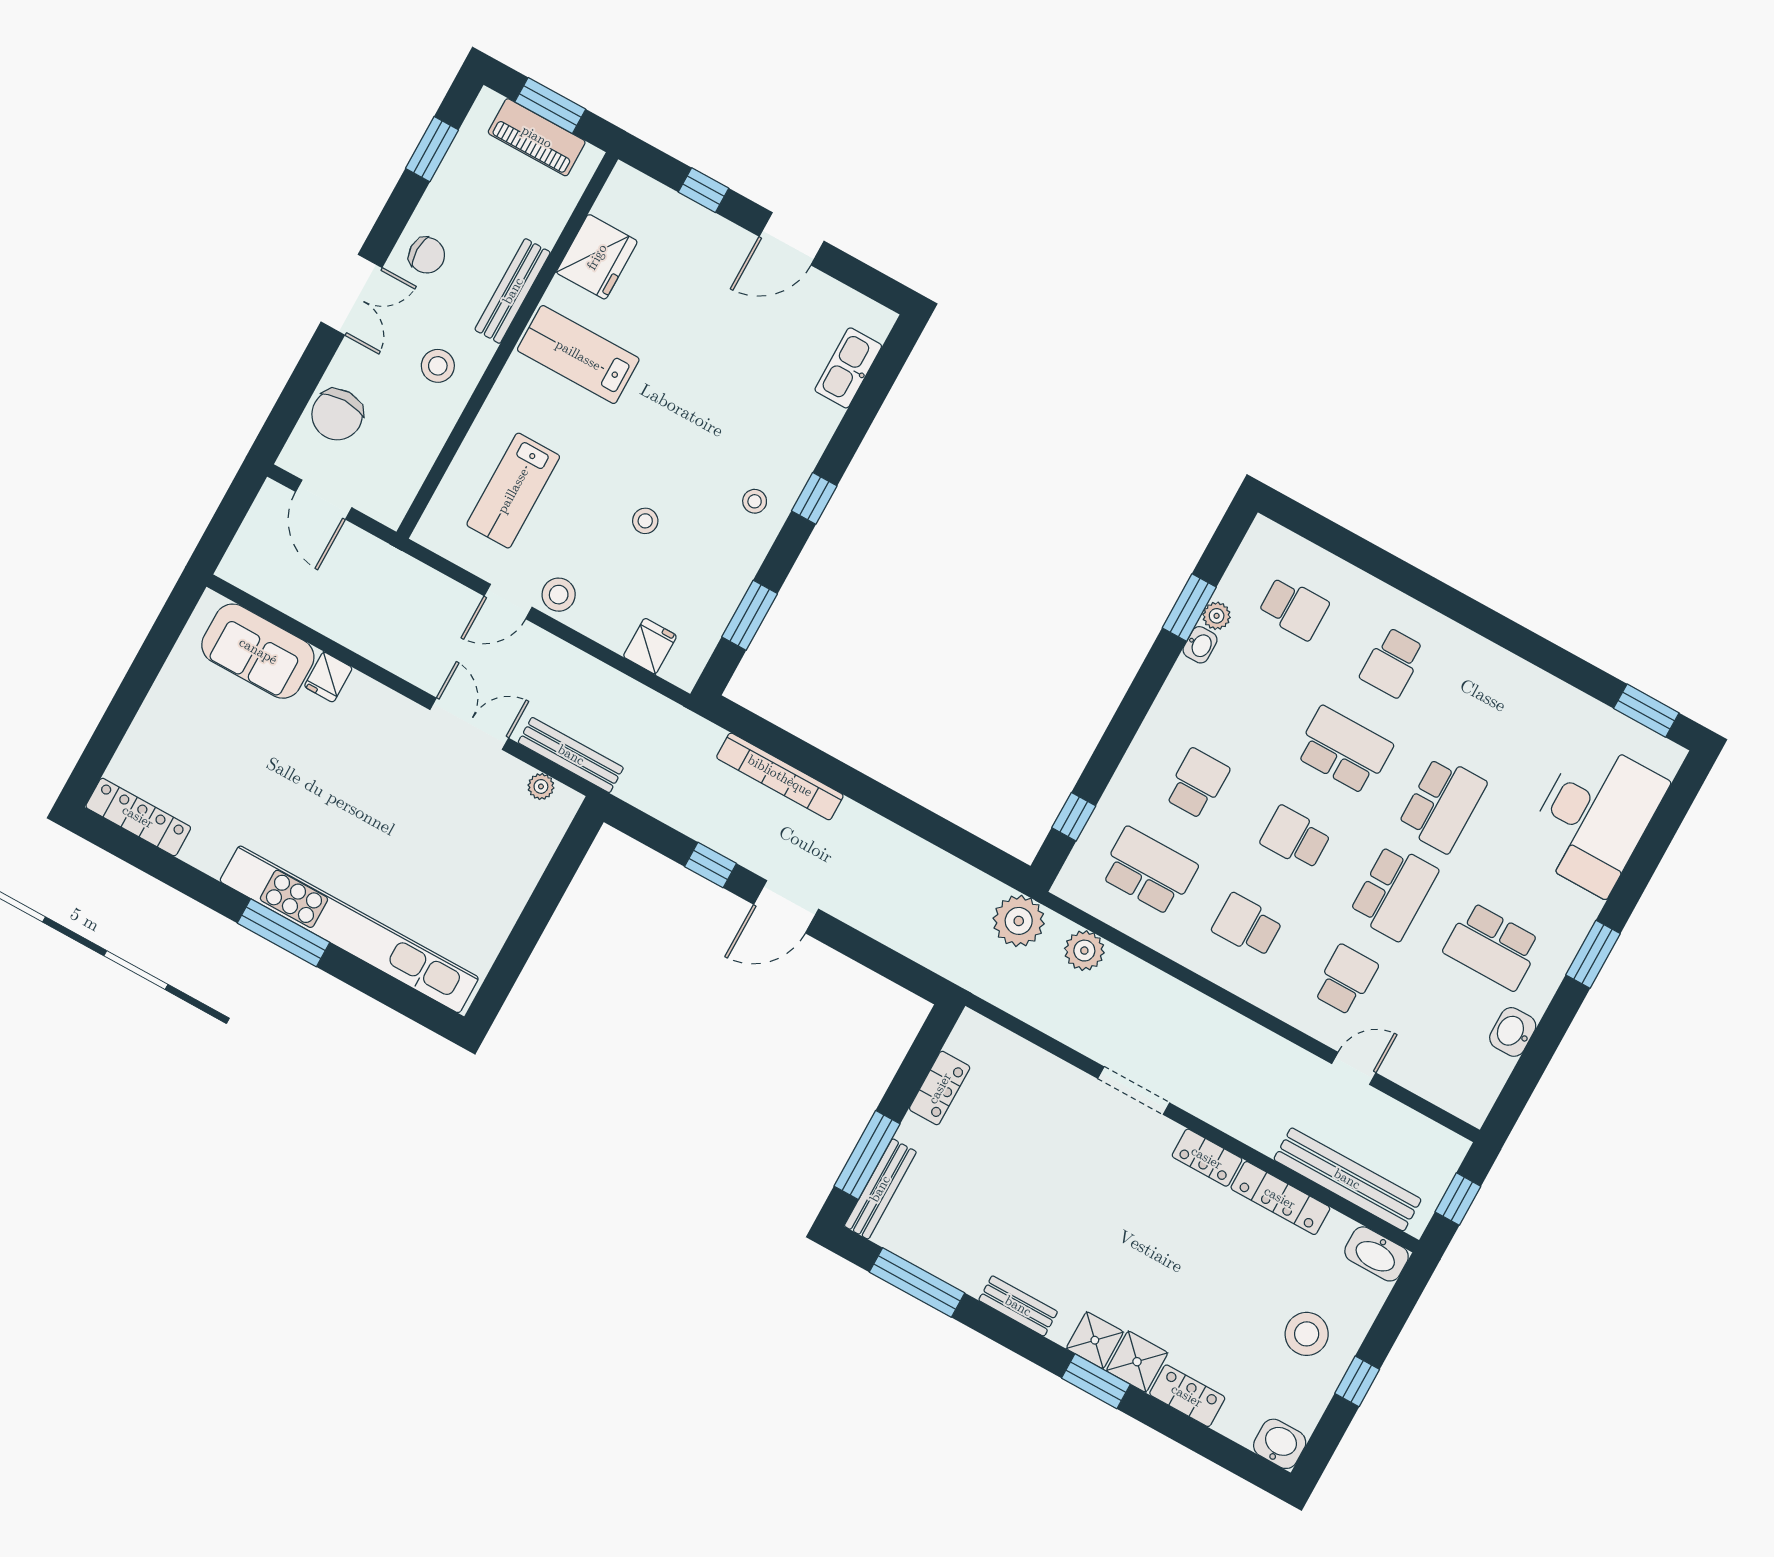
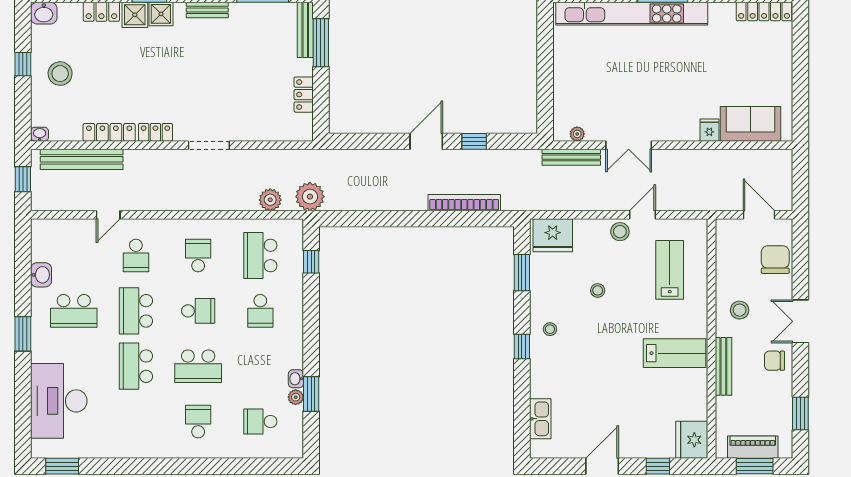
fridge: (597, 257) -> (692, 440), moved
fridge: (650, 646) -> (553, 235), width x1.88, depth x1.34
school desk: (1149, 871) -> (260, 255), turned 90
school desk: (1247, 925) -> (198, 255), turned -90
school desk: (1492, 946) -> (74, 311), turned 180
washbasin: (1377, 1254) -> (40, 134), width x0.52, depth x0.69

